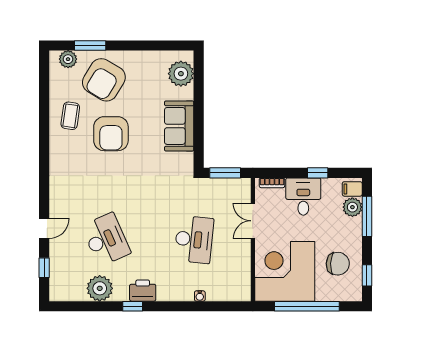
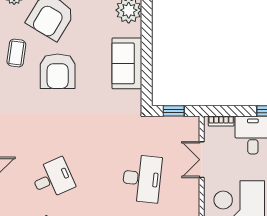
window: (225, 173) -> (174, 111), width x0.67
desk: (106, 240) -> (53, 179), width x0.73

